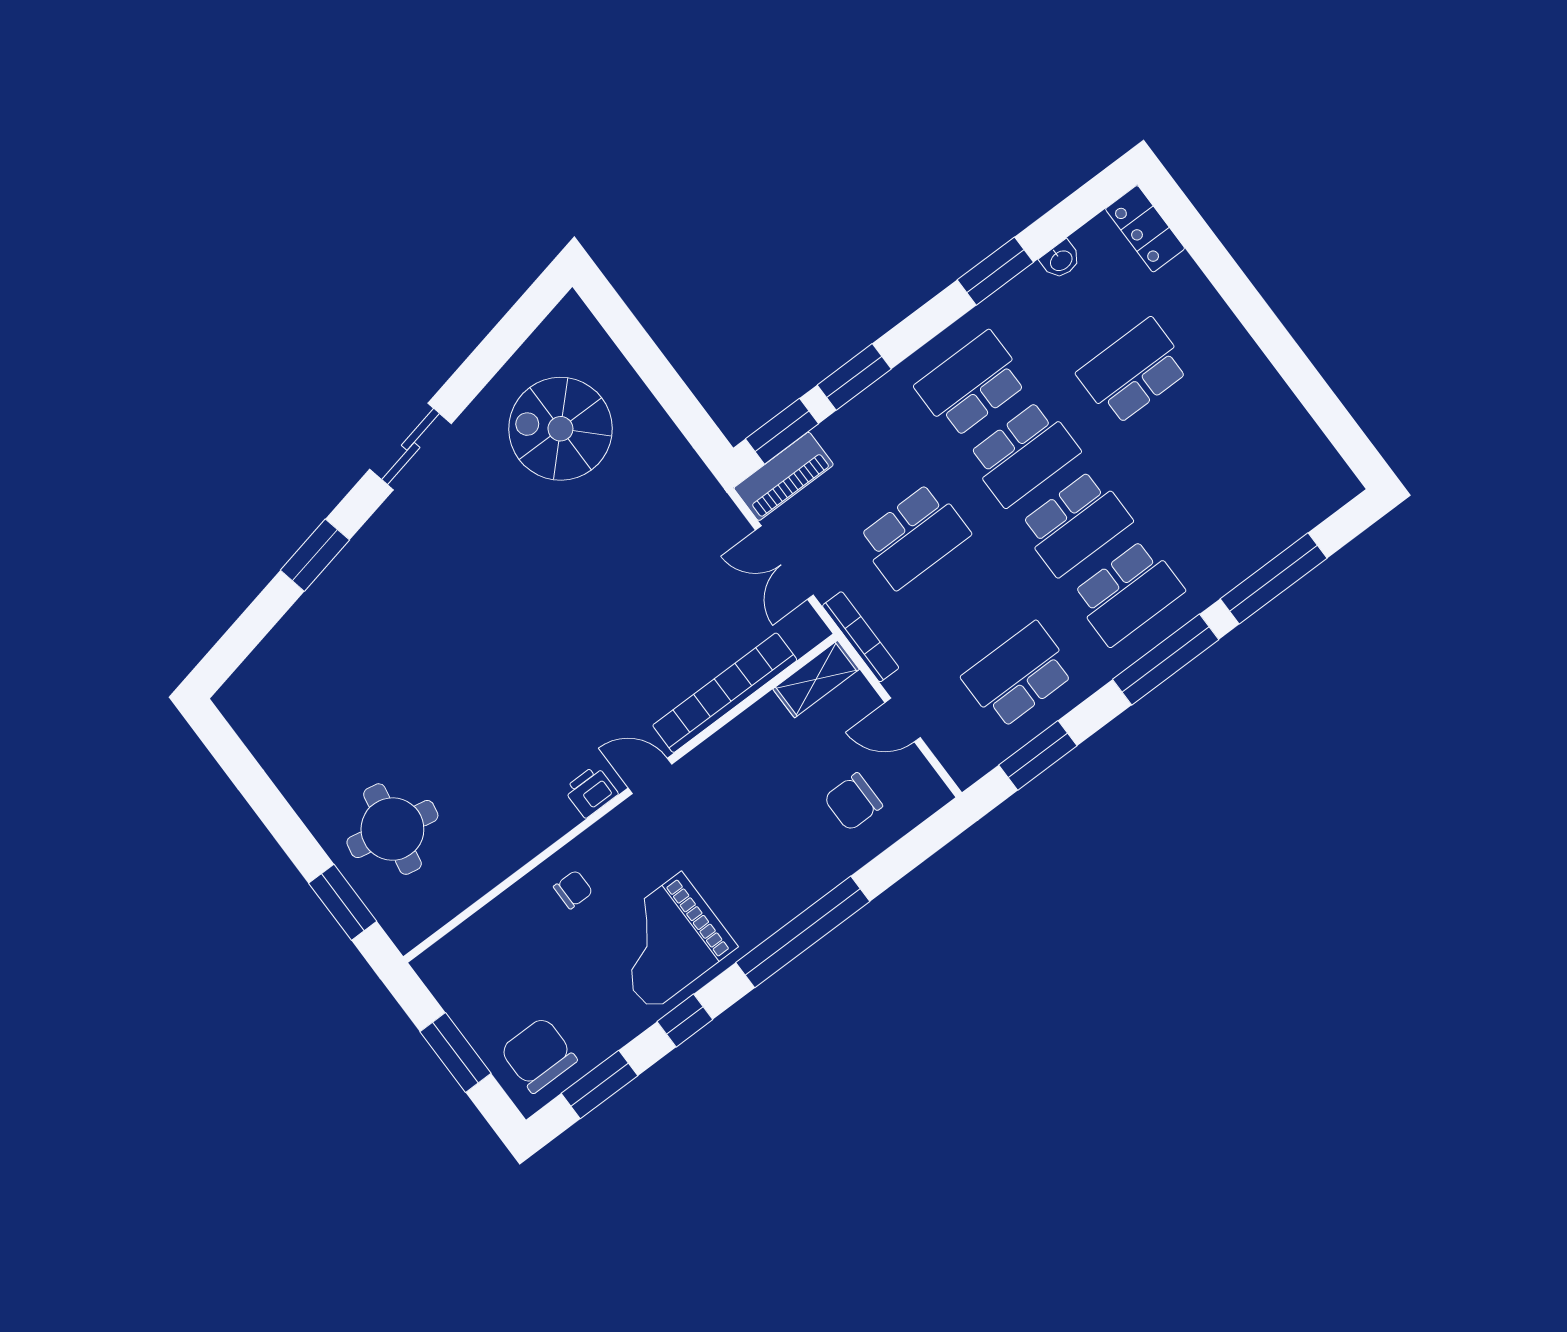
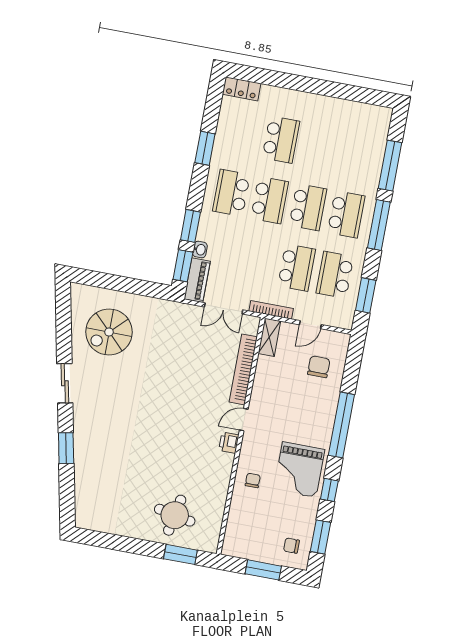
washbasin: (1061, 260) -> (200, 250), moved
school desk: (1133, 371) -> (281, 140), turned 180
school desk: (914, 536) -> (297, 268), moved
chair: (853, 802) -> (319, 367), turned 180
chair: (539, 1055) -> (291, 546), width x0.54, depth x0.54

